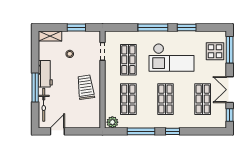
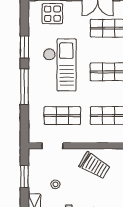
trolley: (86, 87) -> (95, 166), turned -141

